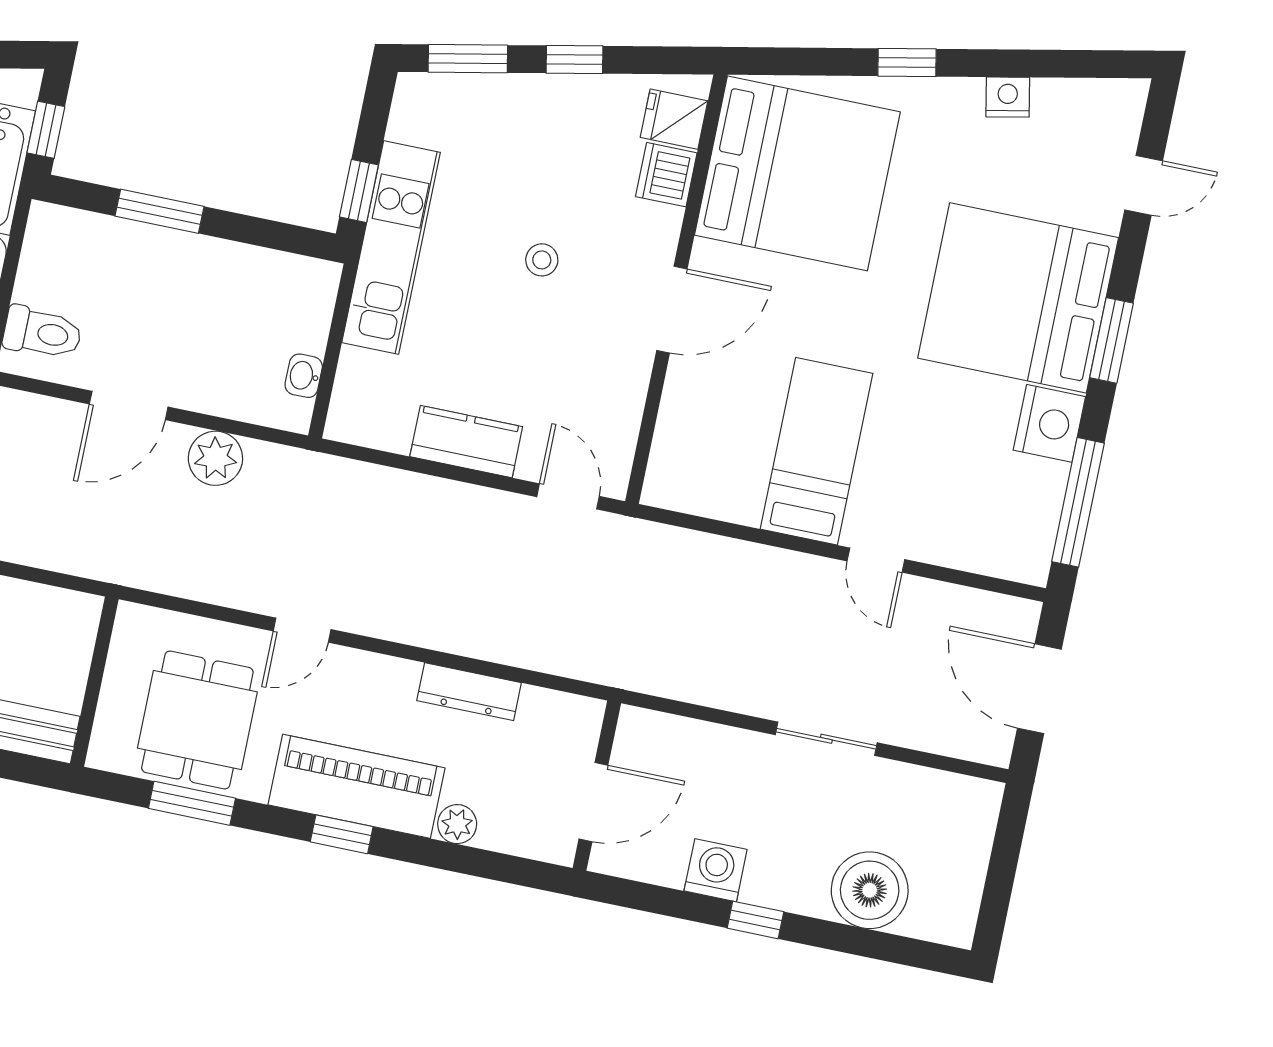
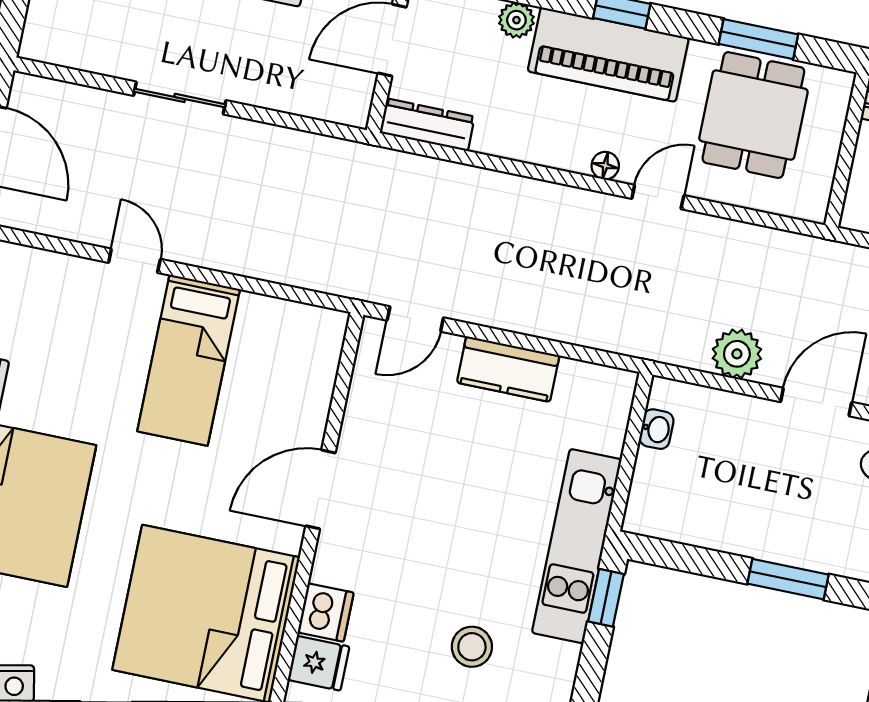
stool: (542, 260) -> (472, 647), moved, width x1.37, depth x1.37
door: (568, 496) -> (415, 319), hinge flipped
floor lamp: (360, 665) -> (605, 166), added
dresser: (469, 692) -> (427, 125), moved

